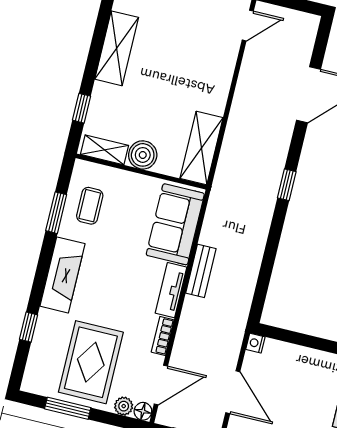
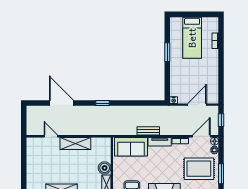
door: (248, 26) -> (51, 136), moved
shelving: (201, 148) -> (75, 143), moved
door: (161, 385) -> (201, 136), hinge flipped

